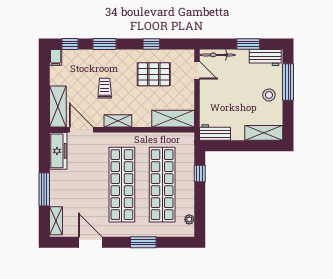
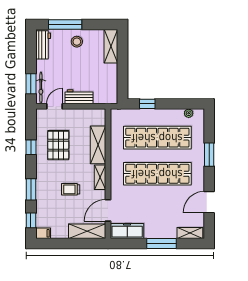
window: (248, 44) -> (31, 84), moved
shelving: (173, 119) -> (98, 145), moved
workbench: (215, 132) -> (79, 97), moved, turned 90

